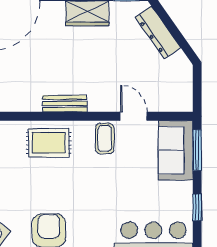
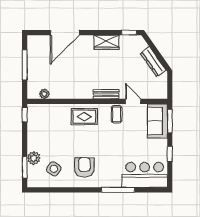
dresser: (158, 32) -> (153, 62), moved
bench: (65, 104) -> (106, 94), moved

